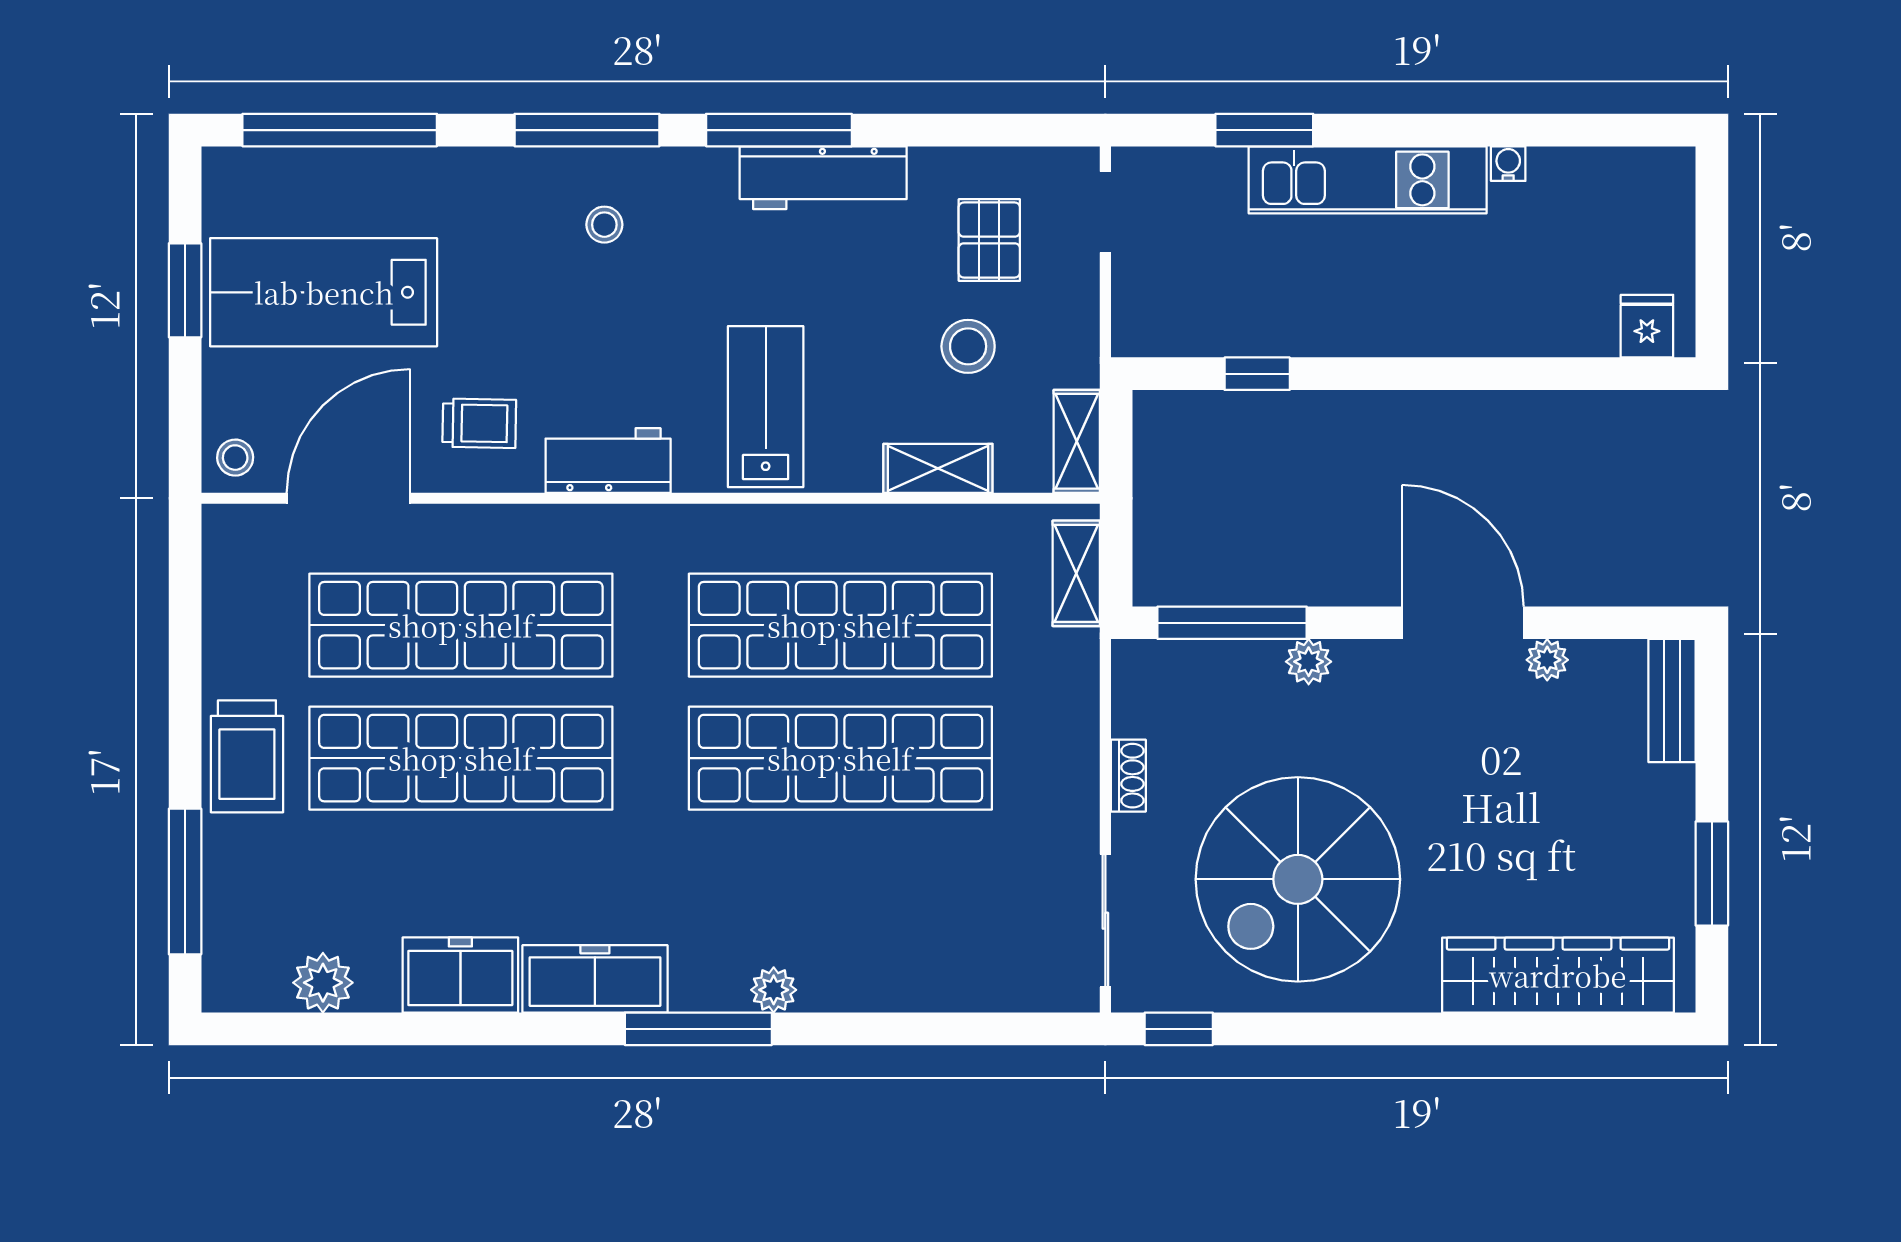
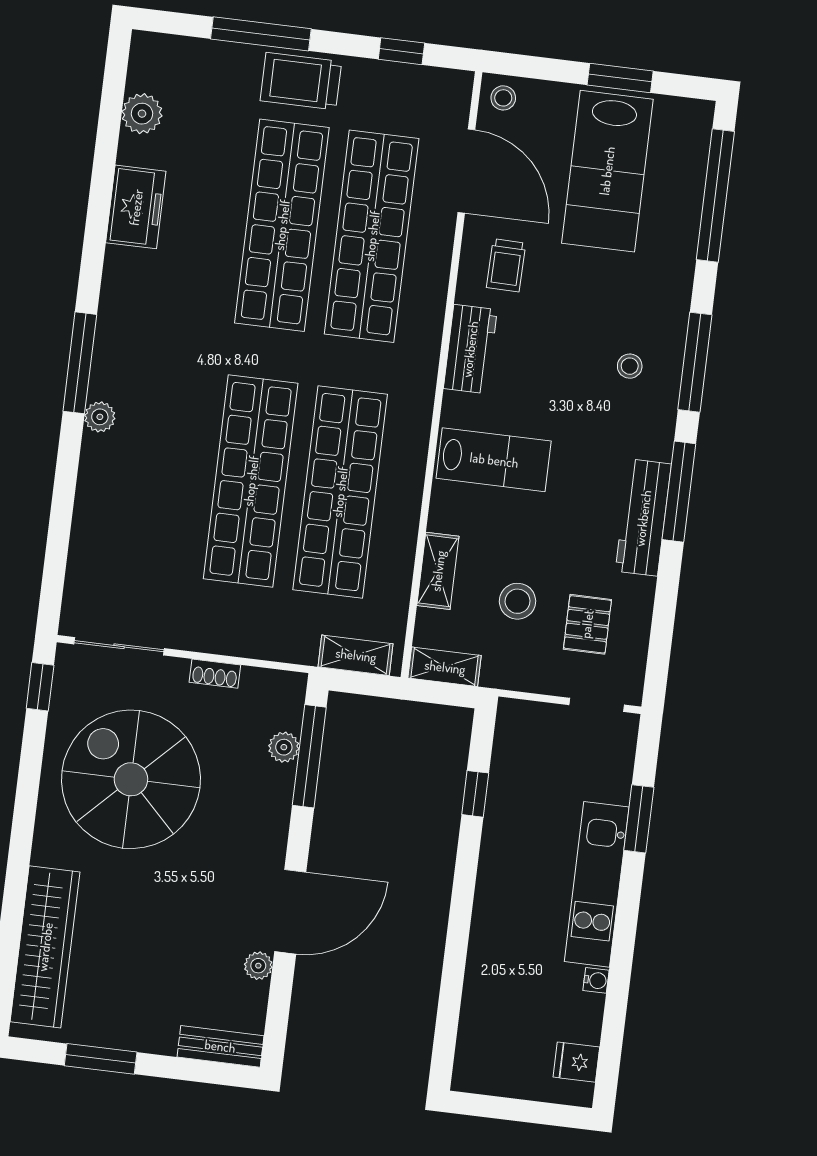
pallet: (989, 240) -> (587, 624), turned 90
lab bench: (324, 292) -> (607, 171), turned 180
fridge: (1647, 326) -> (576, 1062), moved, turned 180
window: (185, 615) -> (401, 51), added
plant: (1309, 662) -> (284, 747), moved
window: (185, 882) -> (261, 34), moved
freezer: (595, 979) -> (122, 297), removed

